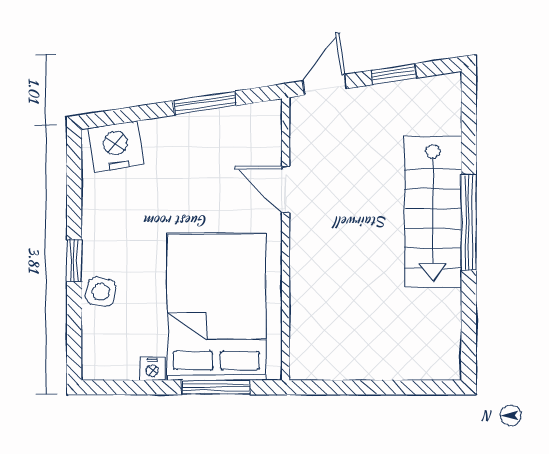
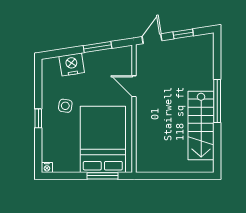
nightstand: (116, 146) -> (72, 64), moved
stairs: (433, 212) -> (201, 126), moved
side table: (101, 292) -> (65, 106), moved
nightstand: (152, 369) -> (47, 168), moved

